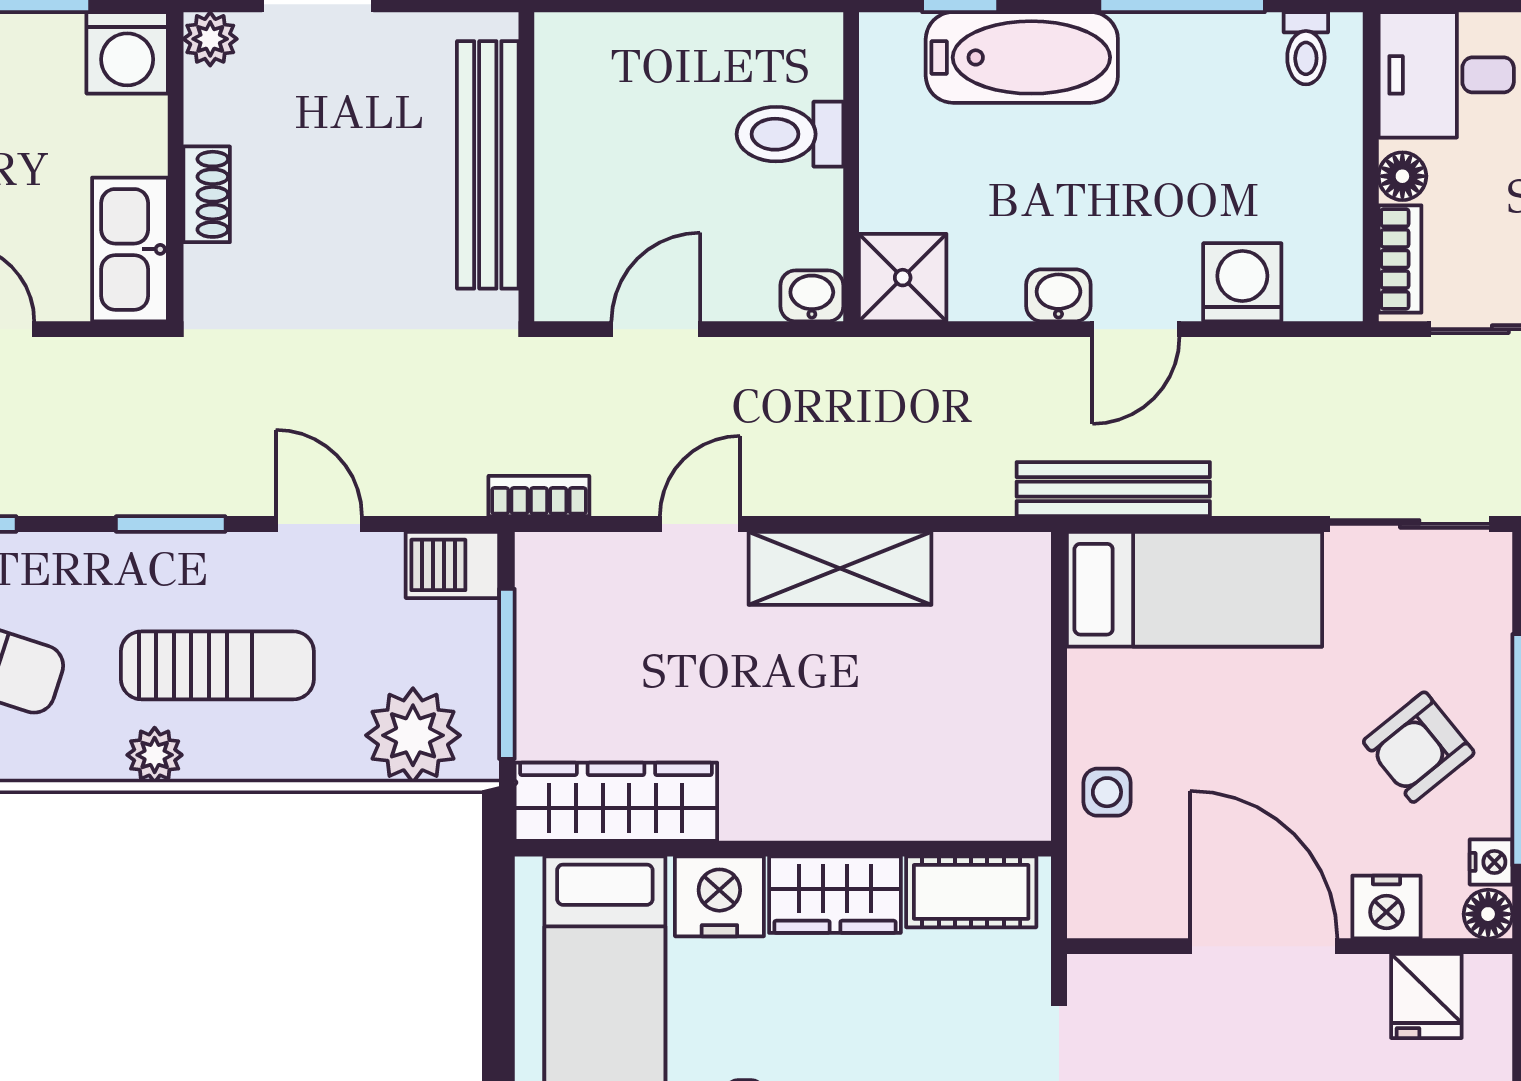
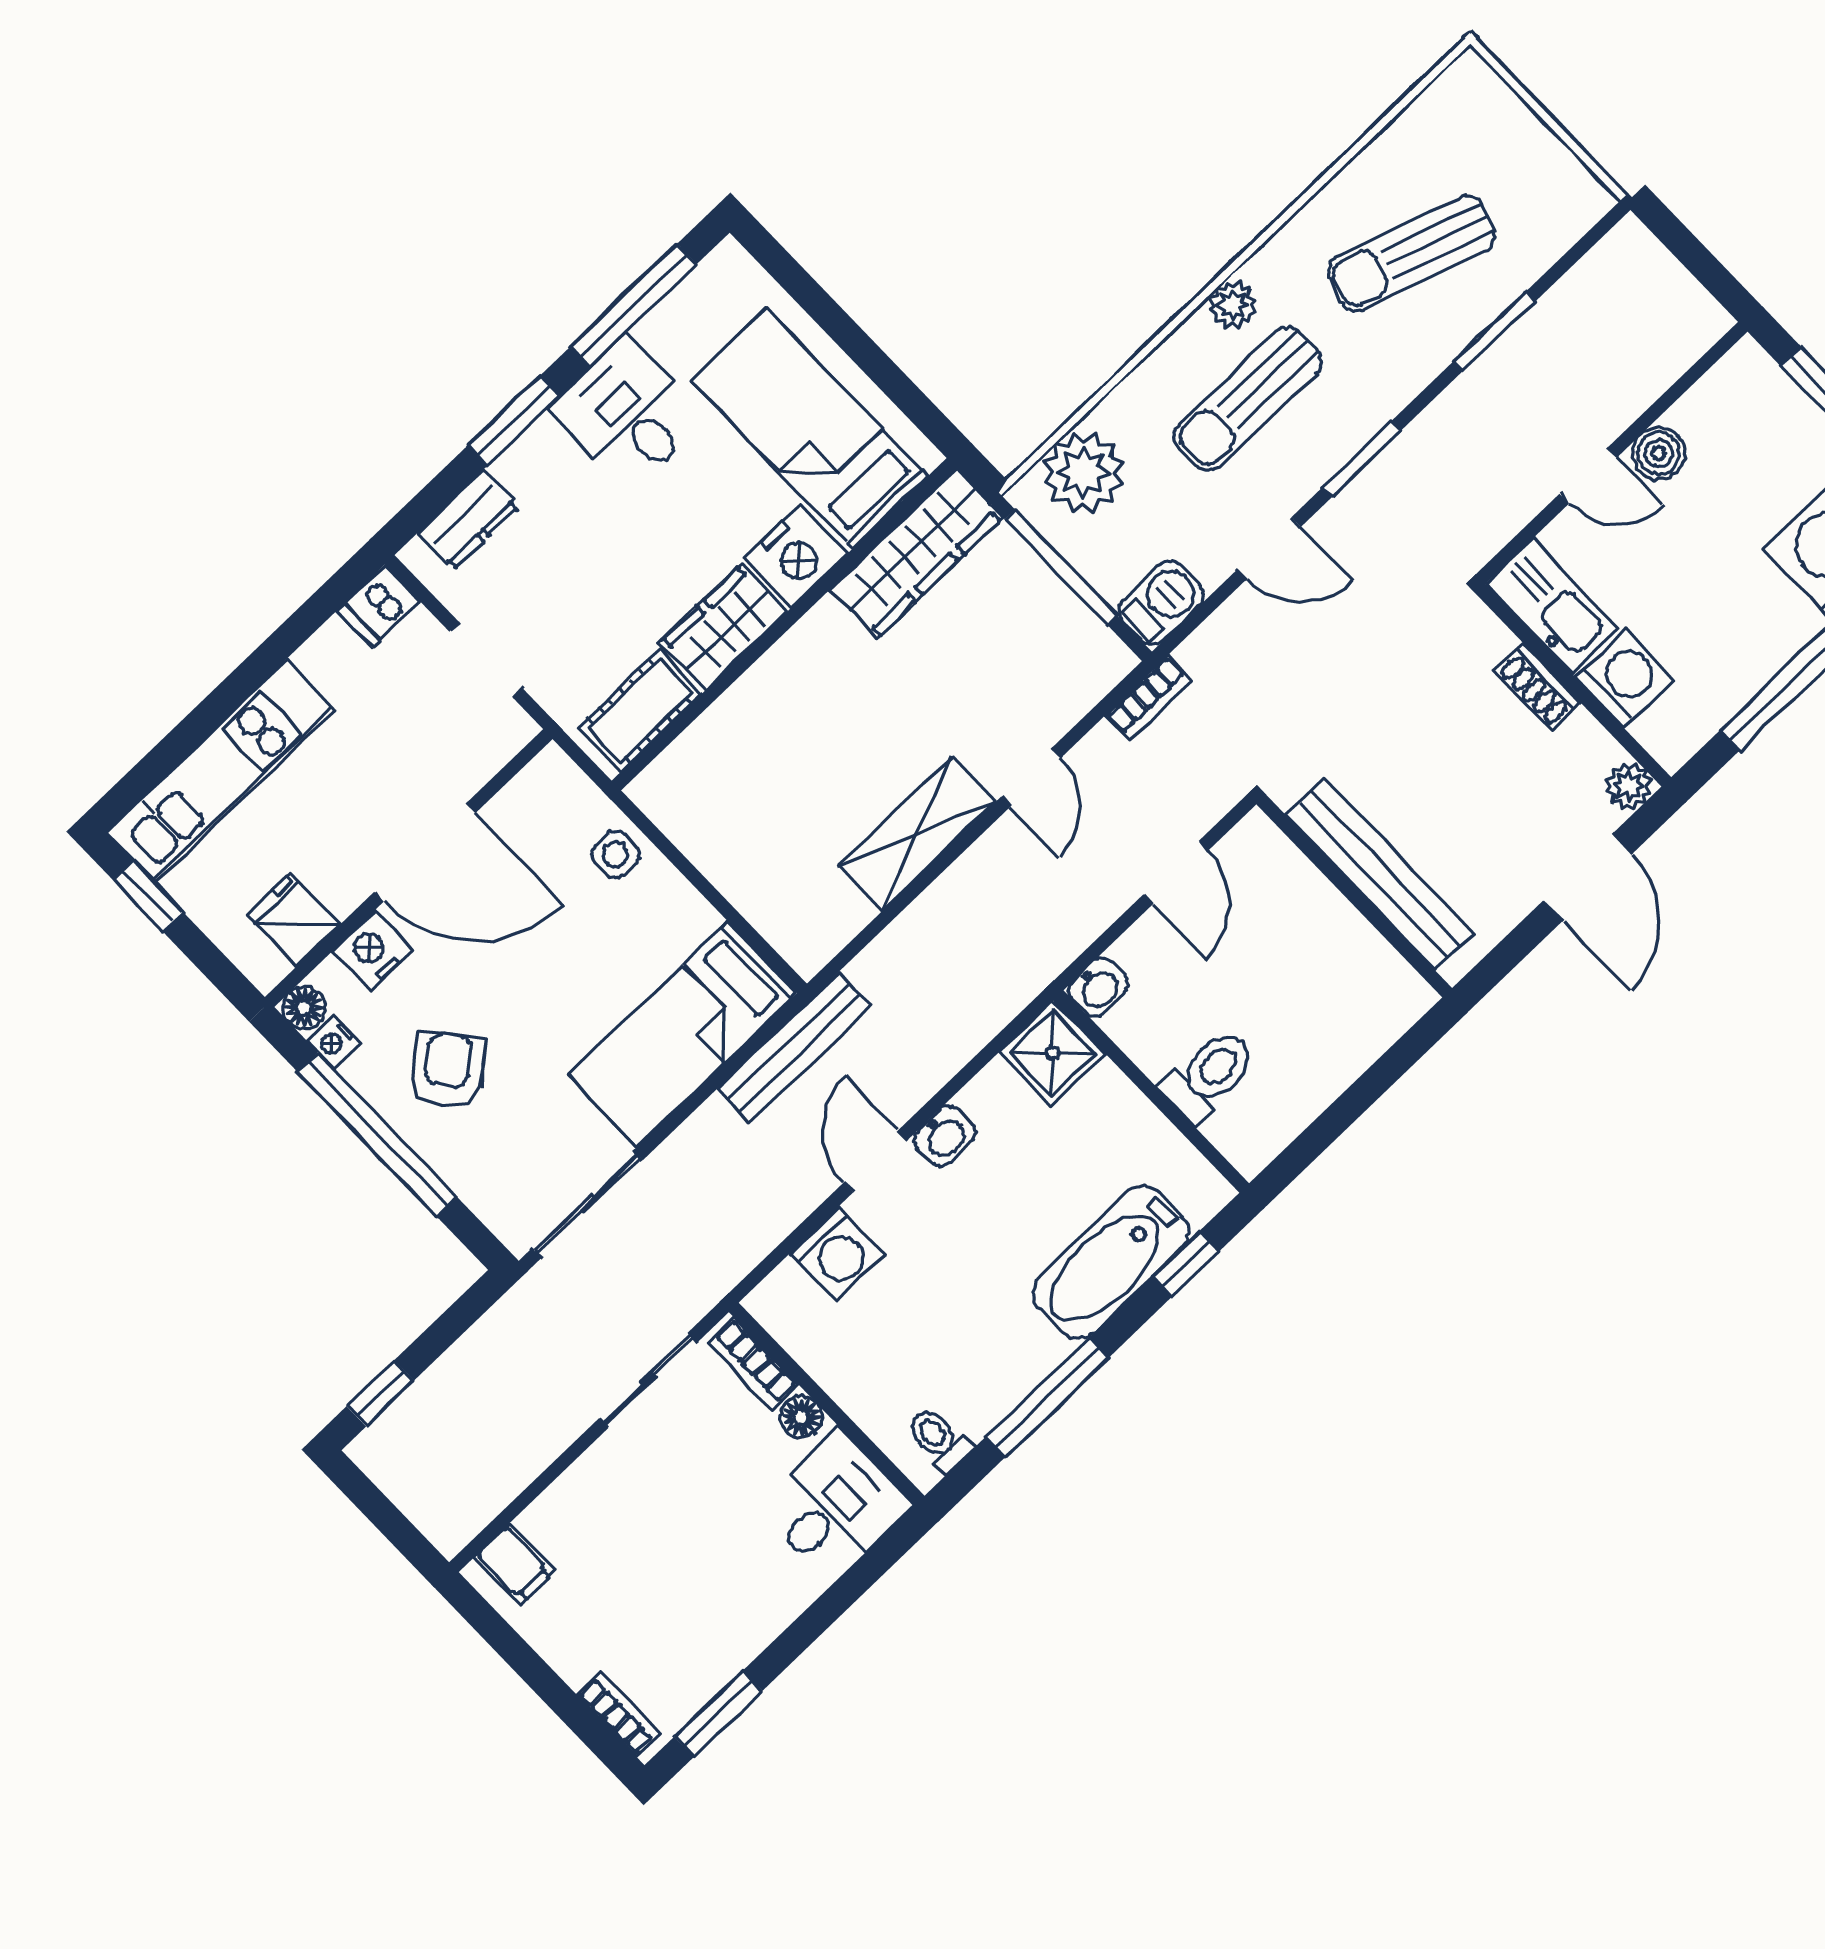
washing machine: (127, 53) -> (1625, 678), moved, turned 90

